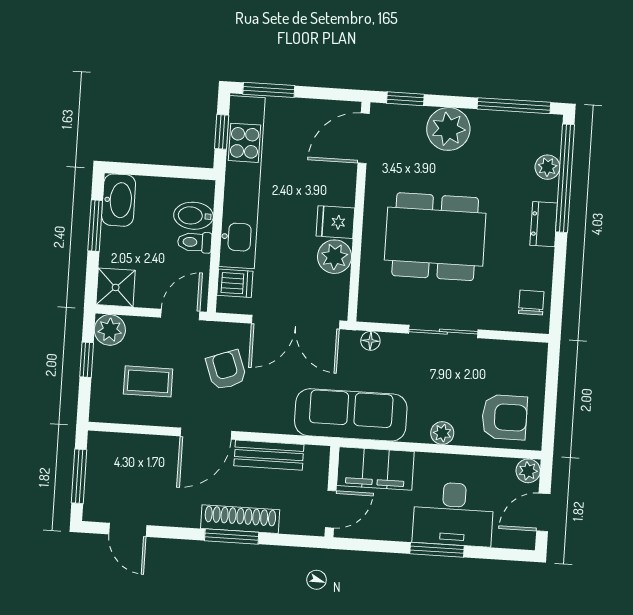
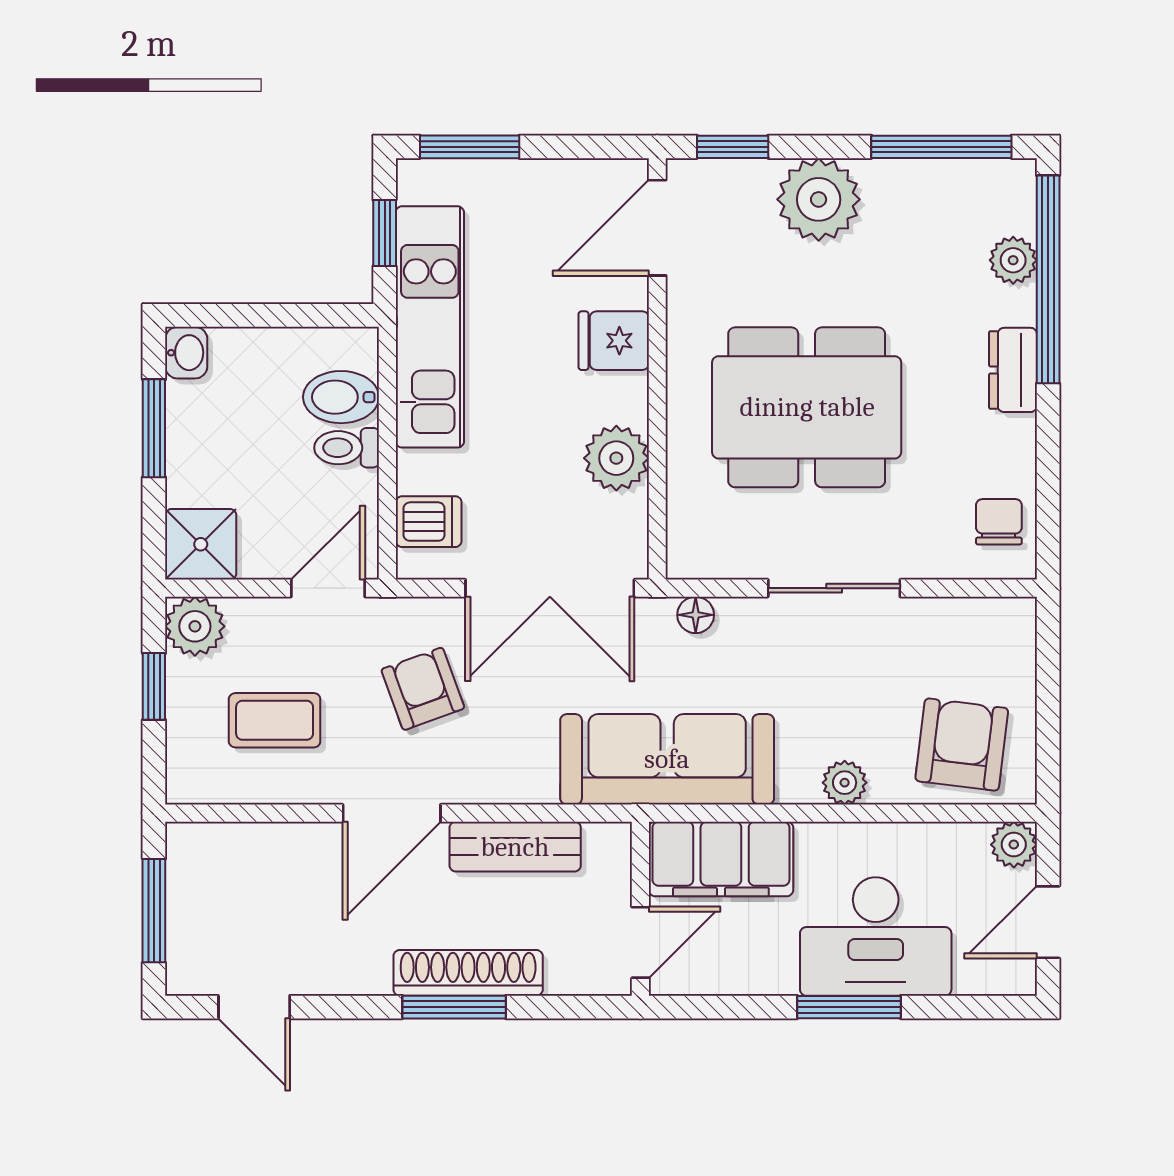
kitchen unit: (242, 182) -> (430, 327), width x0.73
washbasin: (119, 200) -> (186, 353), width x0.52, depth x0.69
fridge: (335, 222) -> (614, 341), moved
armchair: (504, 417) -> (962, 745), turned -83

